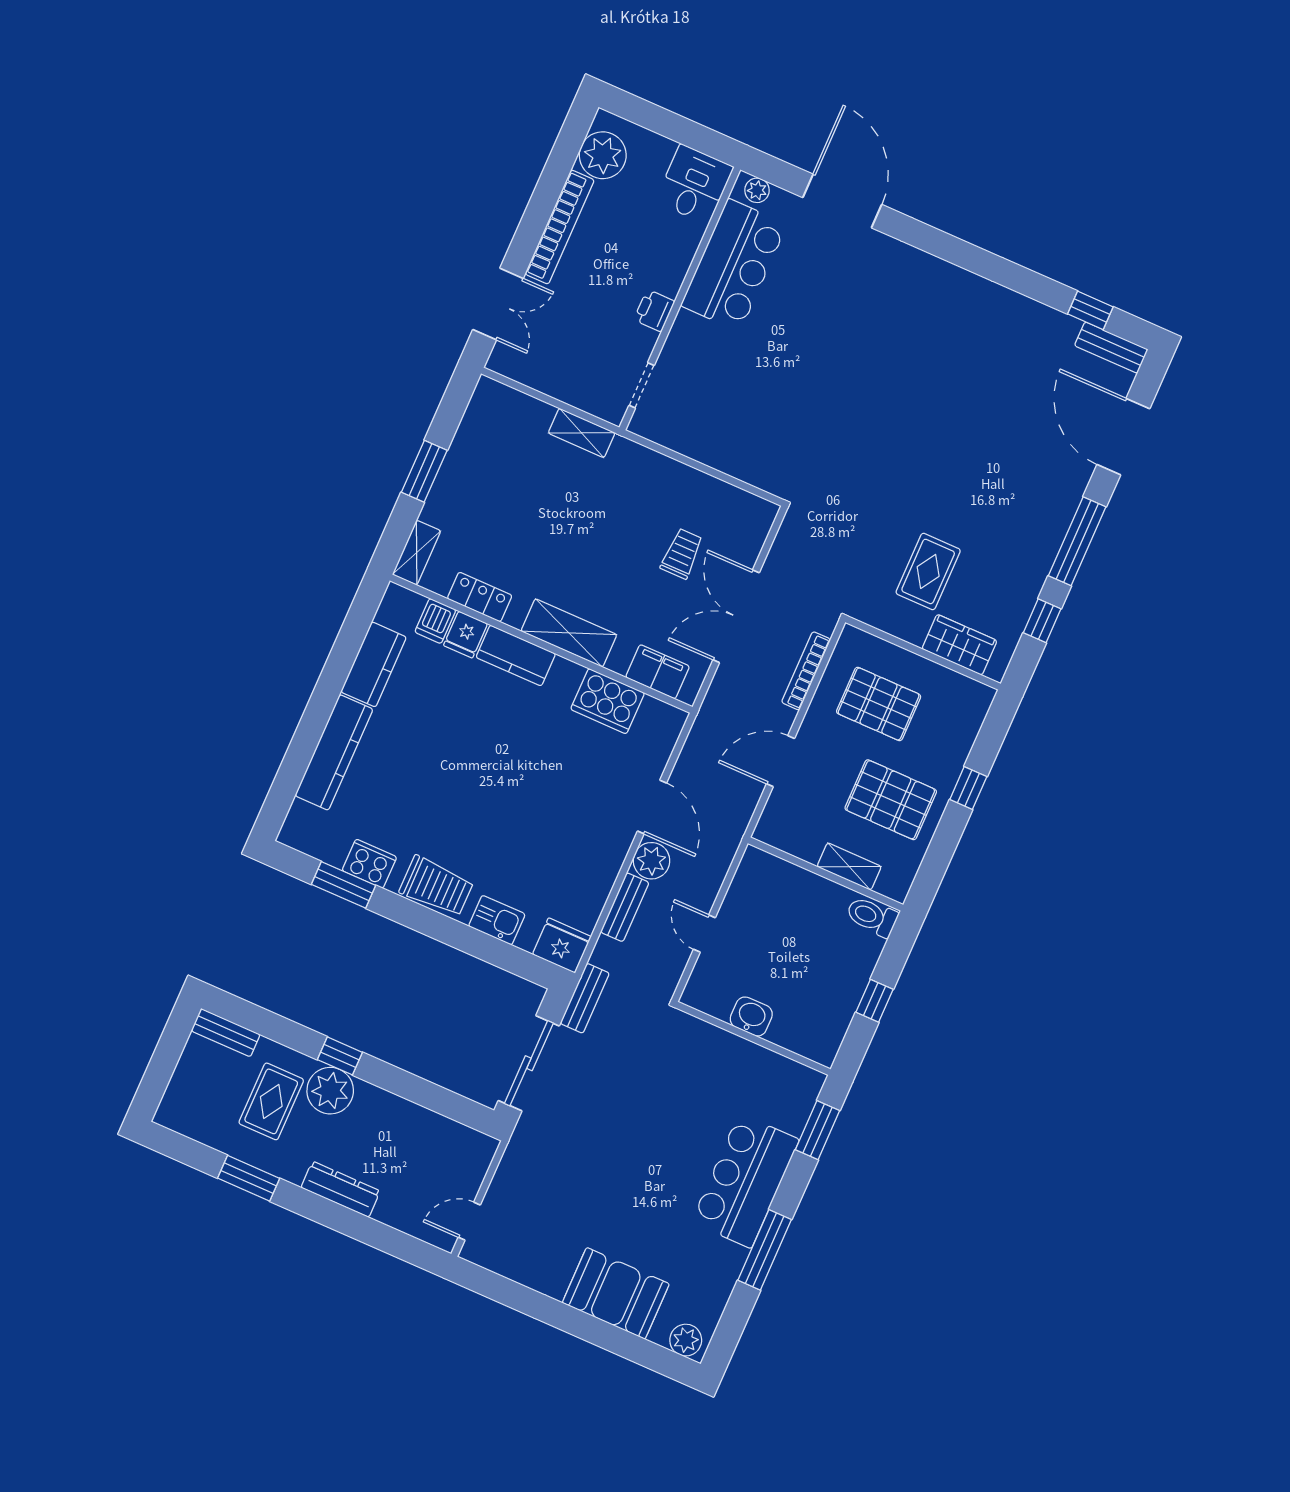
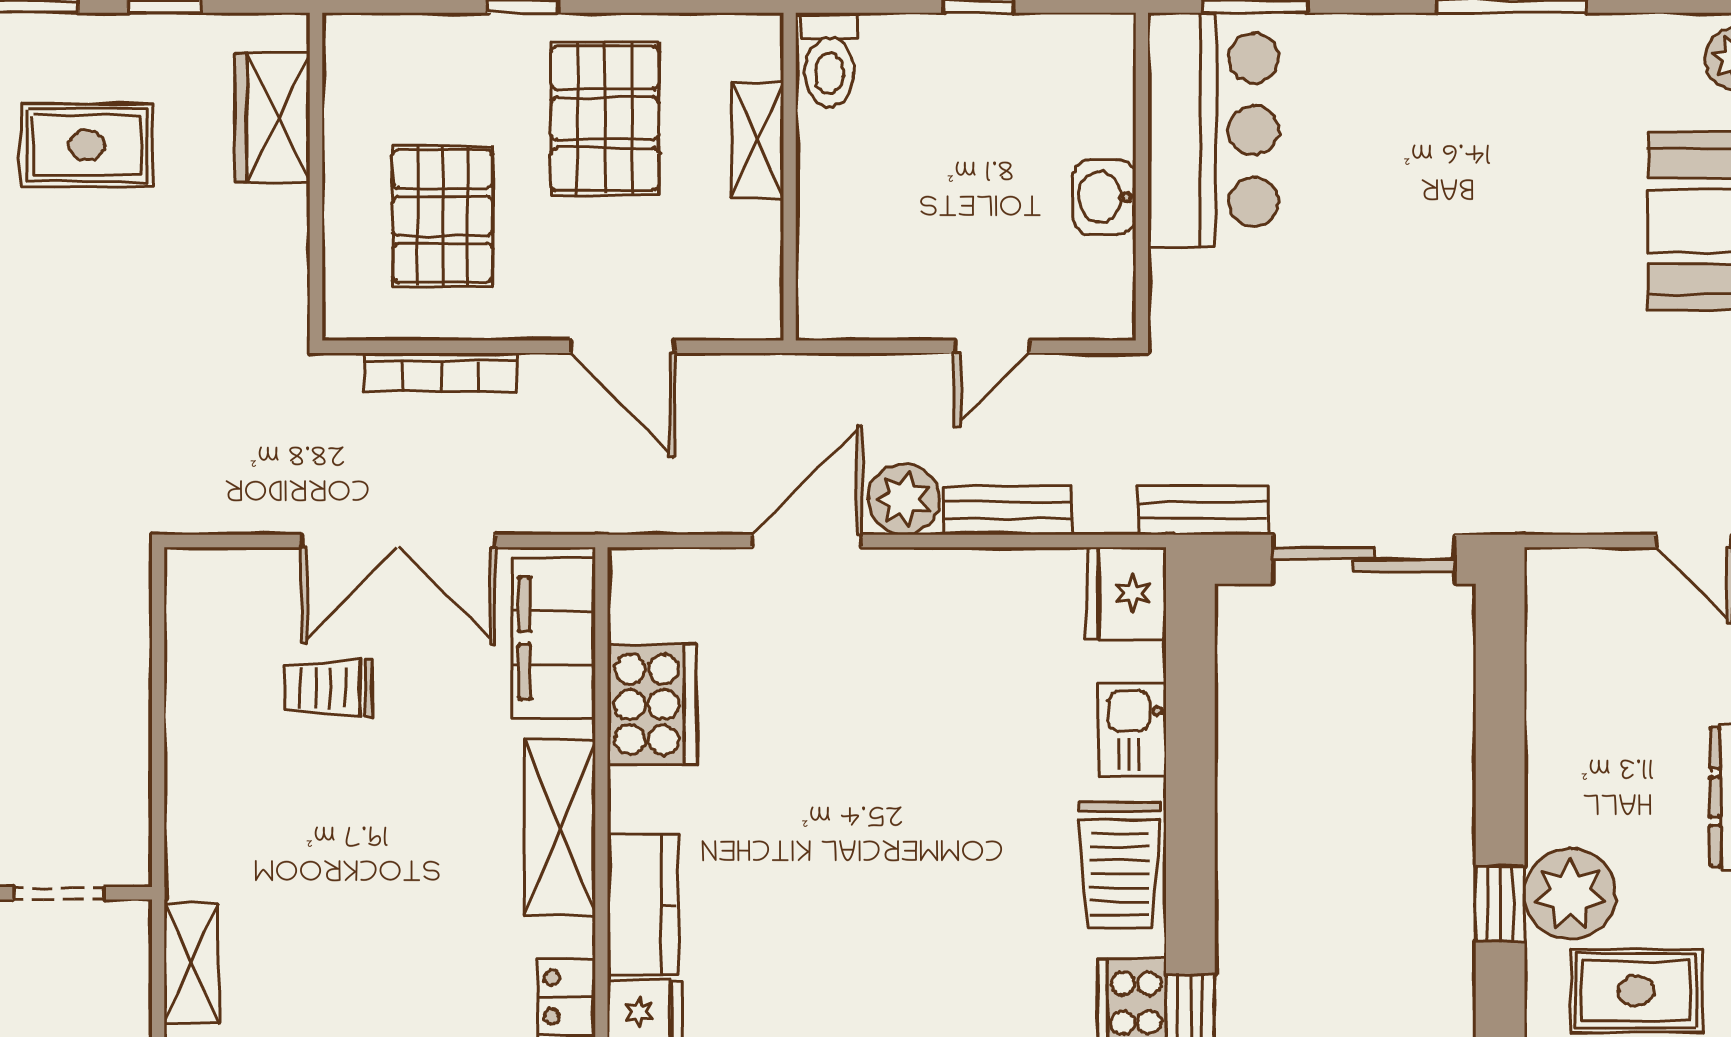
rug: (928, 571) -> (87, 145), moved
filing cabinet: (658, 672) -> (554, 638), width x1.50, depth x1.17
trolley: (436, 886) -> (1119, 865), turned 180
bar counter: (745, 1181) -> (1213, 130), moved, turned -90

